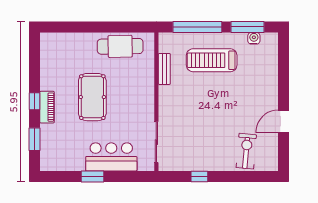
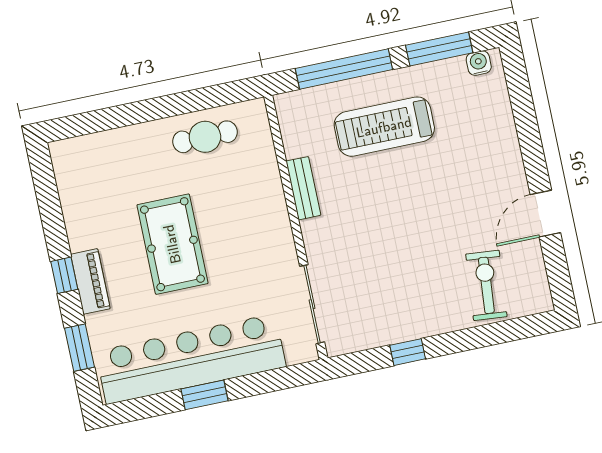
water cooler: (254, 38) -> (479, 63), moved
cafe table: (120, 46) -> (205, 137), width x0.73, depth x0.74
bench: (164, 69) -> (303, 188), moved
bar counter: (111, 157) -> (191, 359), width x1.86

